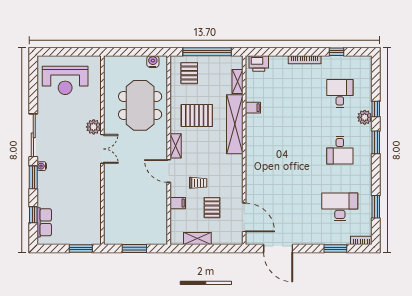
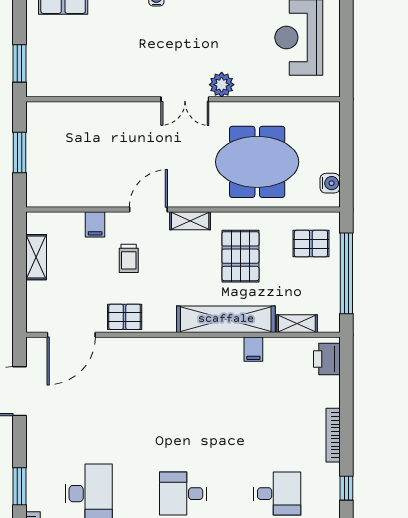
pallet: (212, 208) -> (125, 317), moved

